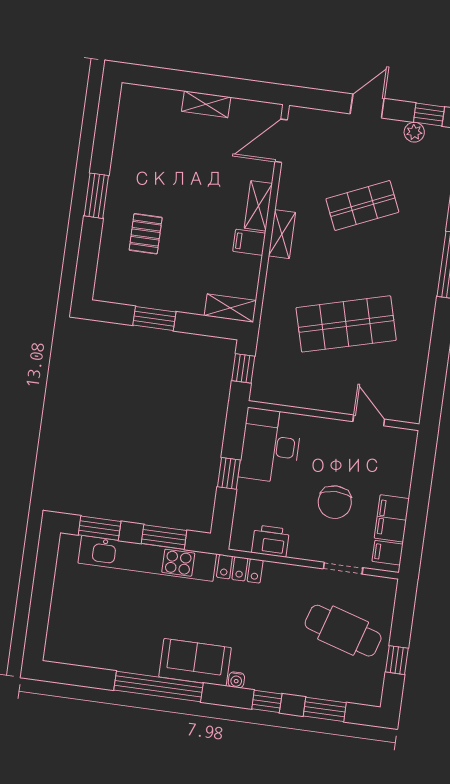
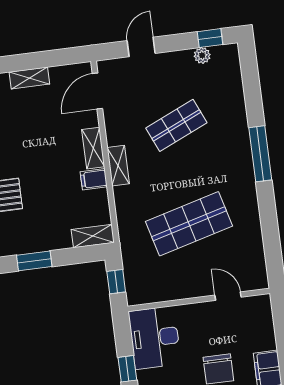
door: (367, 106) -> (141, 47), moved

